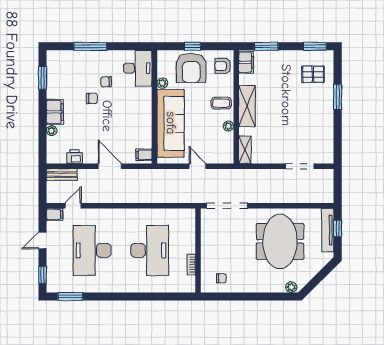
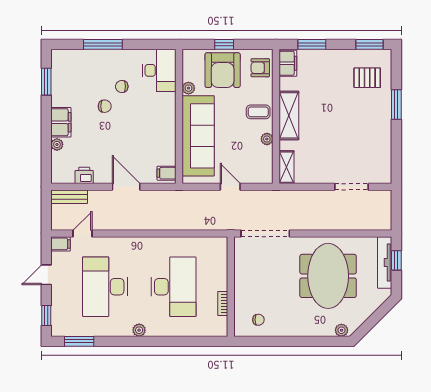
plant: (121, 287) -> (139, 330), added

